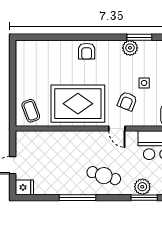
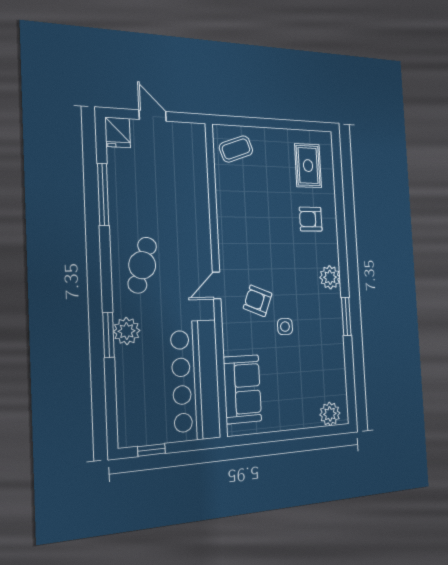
plant: (130, 48) -> (330, 277), moved
armchair: (87, 51) -> (311, 219), moved
rug: (78, 104) -> (308, 166), moved, width x0.54, depth x0.49
window: (78, 198) -> (103, 195), moved

